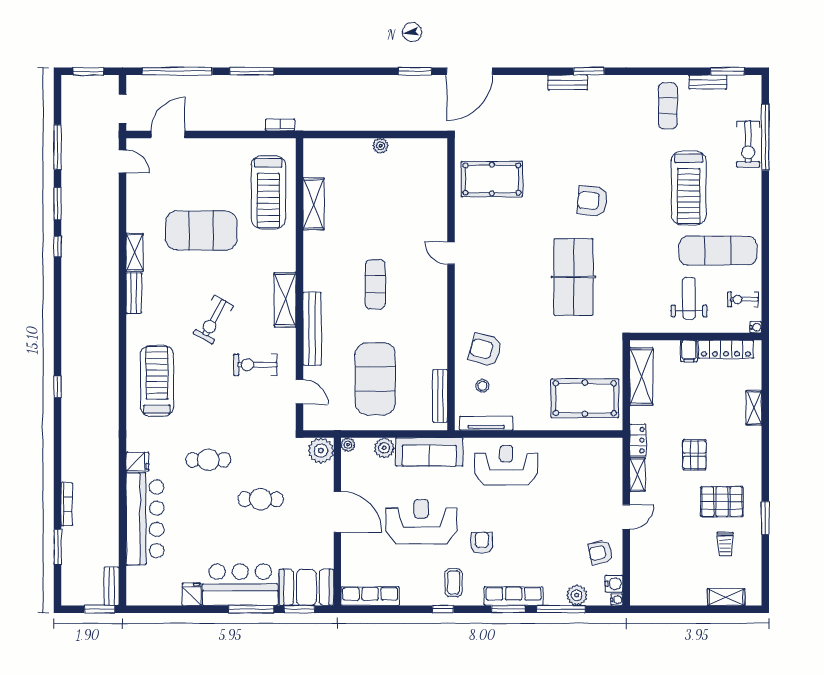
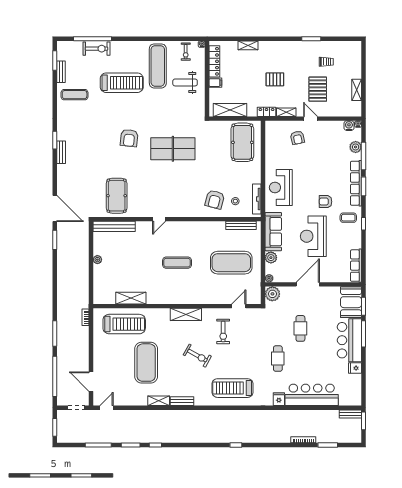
bench: (312, 329) -> (114, 226), moved
pallet: (722, 502) -> (318, 89), moved
armchair: (600, 552) -> (297, 138), moved
row of seats: (514, 596) -> (356, 183), width x1.36
shelving: (726, 597) -> (357, 90), moved

